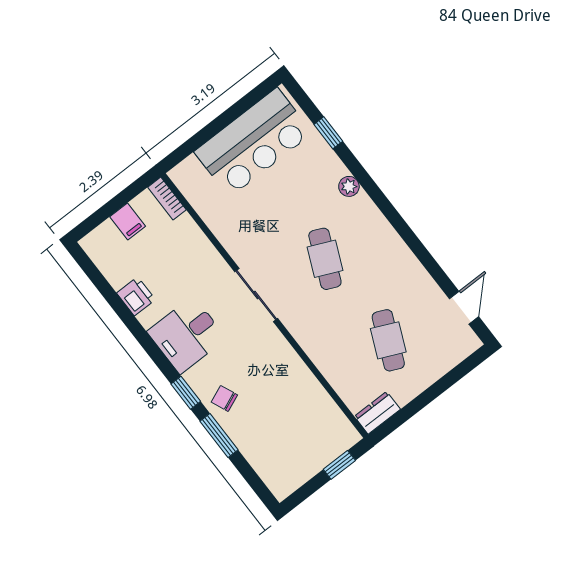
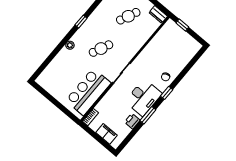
window: (328, 133) -> (81, 22), moved
bar counter: (253, 142) -> (88, 92), moved, turned -90
filing cabinet: (128, 221) -> (106, 134), width x2.00
desk: (187, 335) -> (143, 97), width x1.37
window: (219, 436) -> (148, 115), moved

